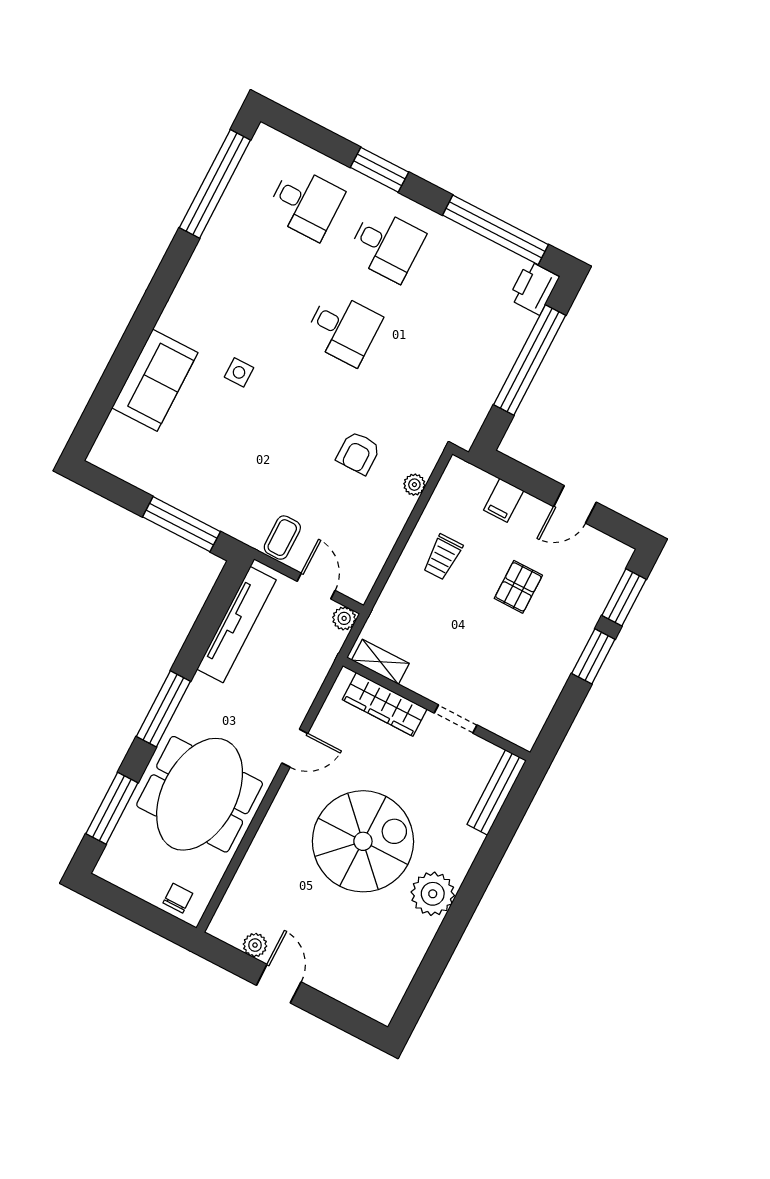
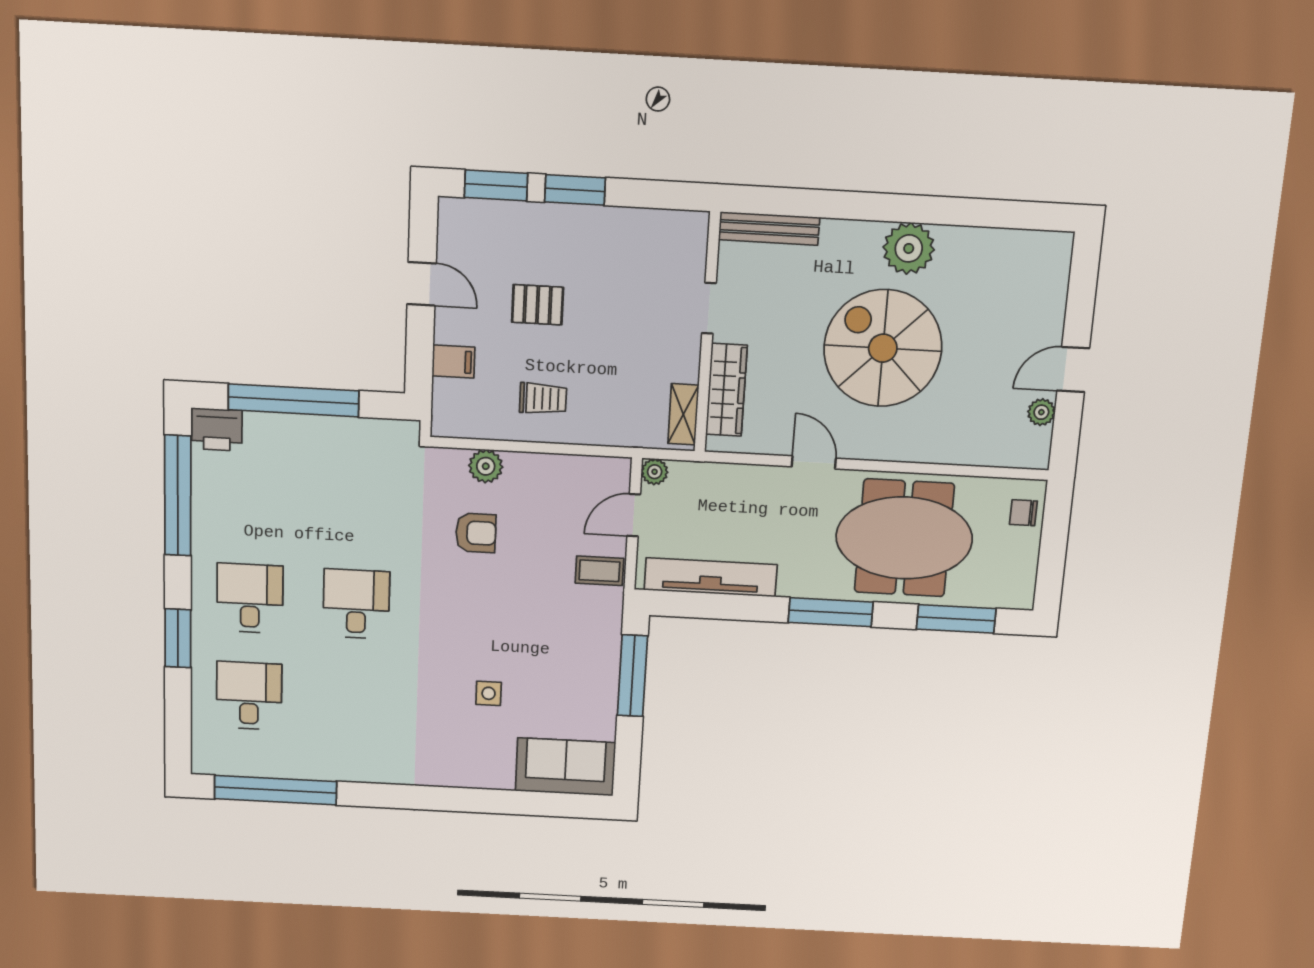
side table: (239, 372) -> (489, 693), moved
sofa: (155, 380) -> (565, 767), moved
plant: (414, 485) -> (486, 466), width x1.38, depth x1.38

